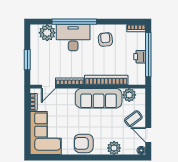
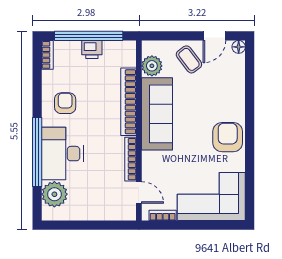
armchair: (105, 40) -> (65, 103), turned 95
window: (27, 60) -> (97, 225), removed
armchair: (84, 143) -> (228, 137), turned 180
plant: (114, 148) -> (235, 90), removed

